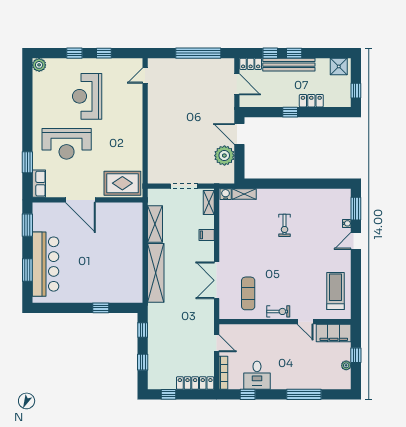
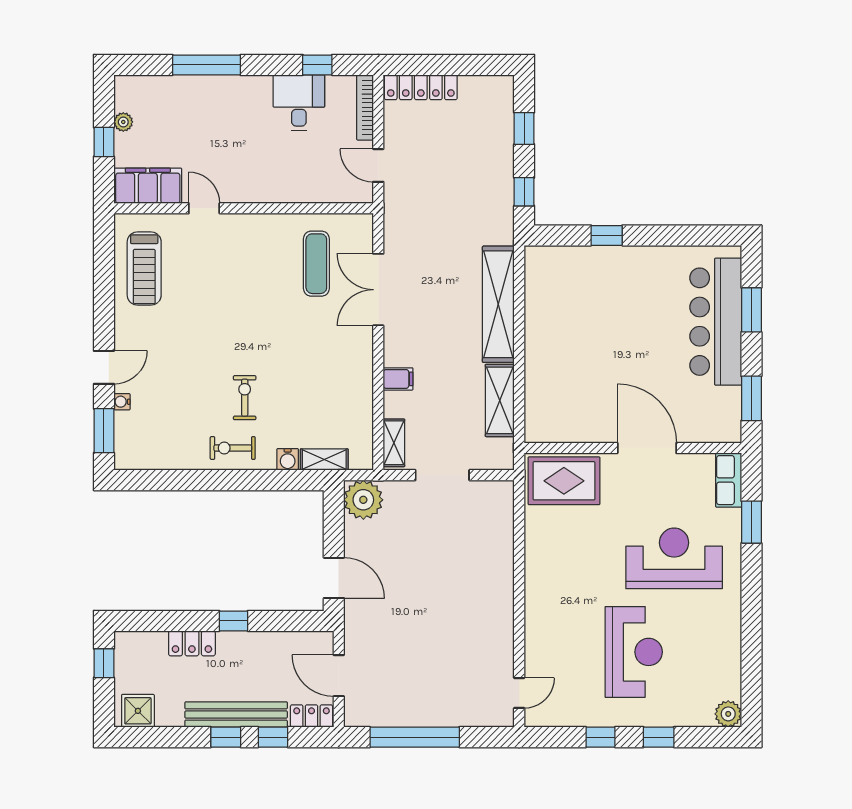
plant: (224, 156) -> (363, 500), moved
water cooler: (226, 194) -> (288, 459), moved
double door: (217, 280) -> (378, 290), swing flipped
exercise bike: (278, 311) -> (233, 448), moved
window: (168, 394) -> (473, 65), removed

